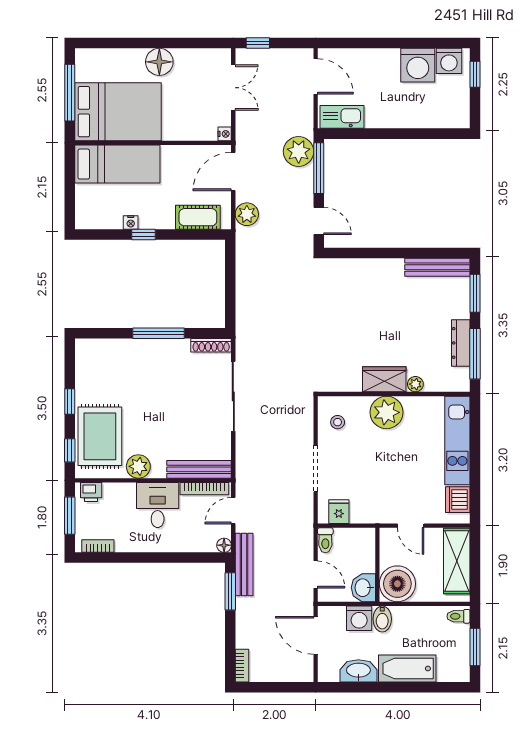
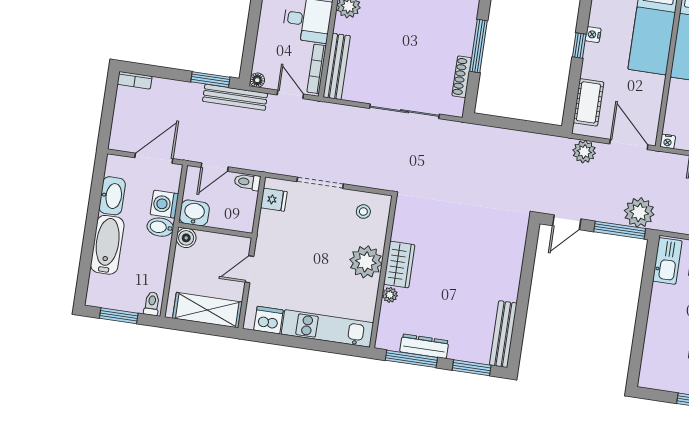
shoe rack: (211, 345) -> (462, 77), moved
boiler: (397, 584) -> (186, 238), width x0.54, depth x0.54

